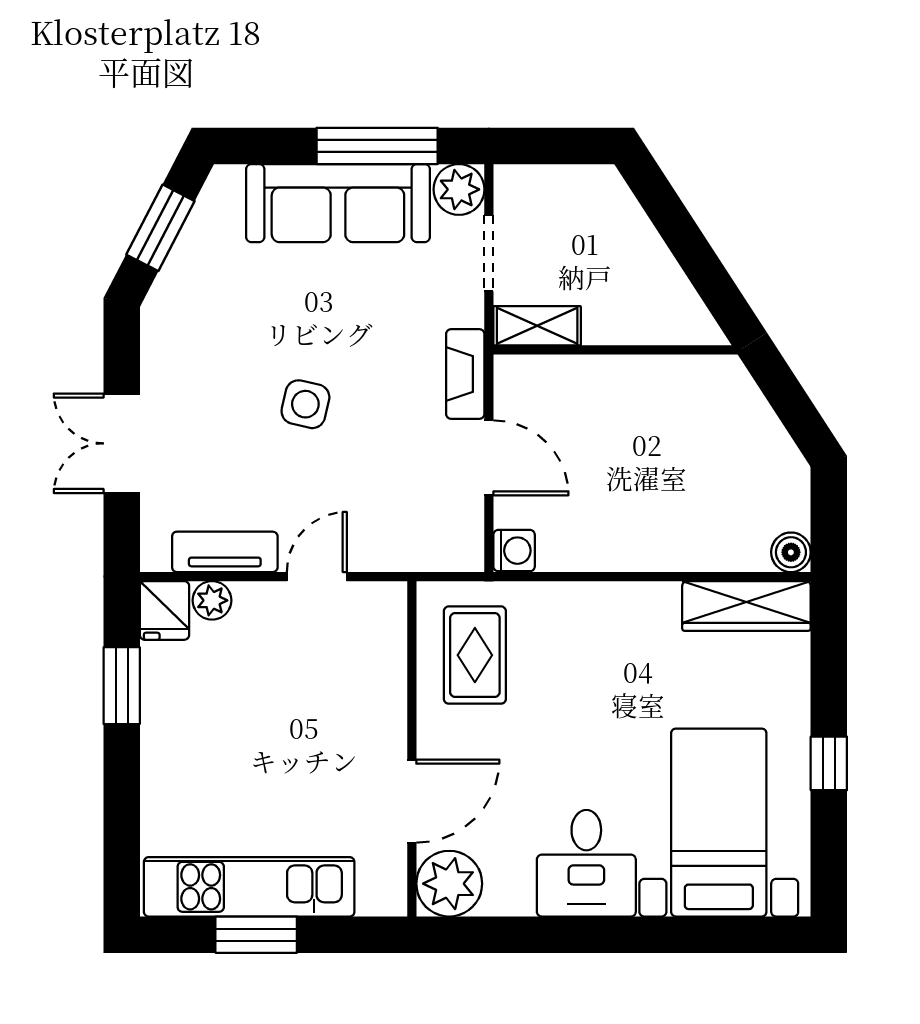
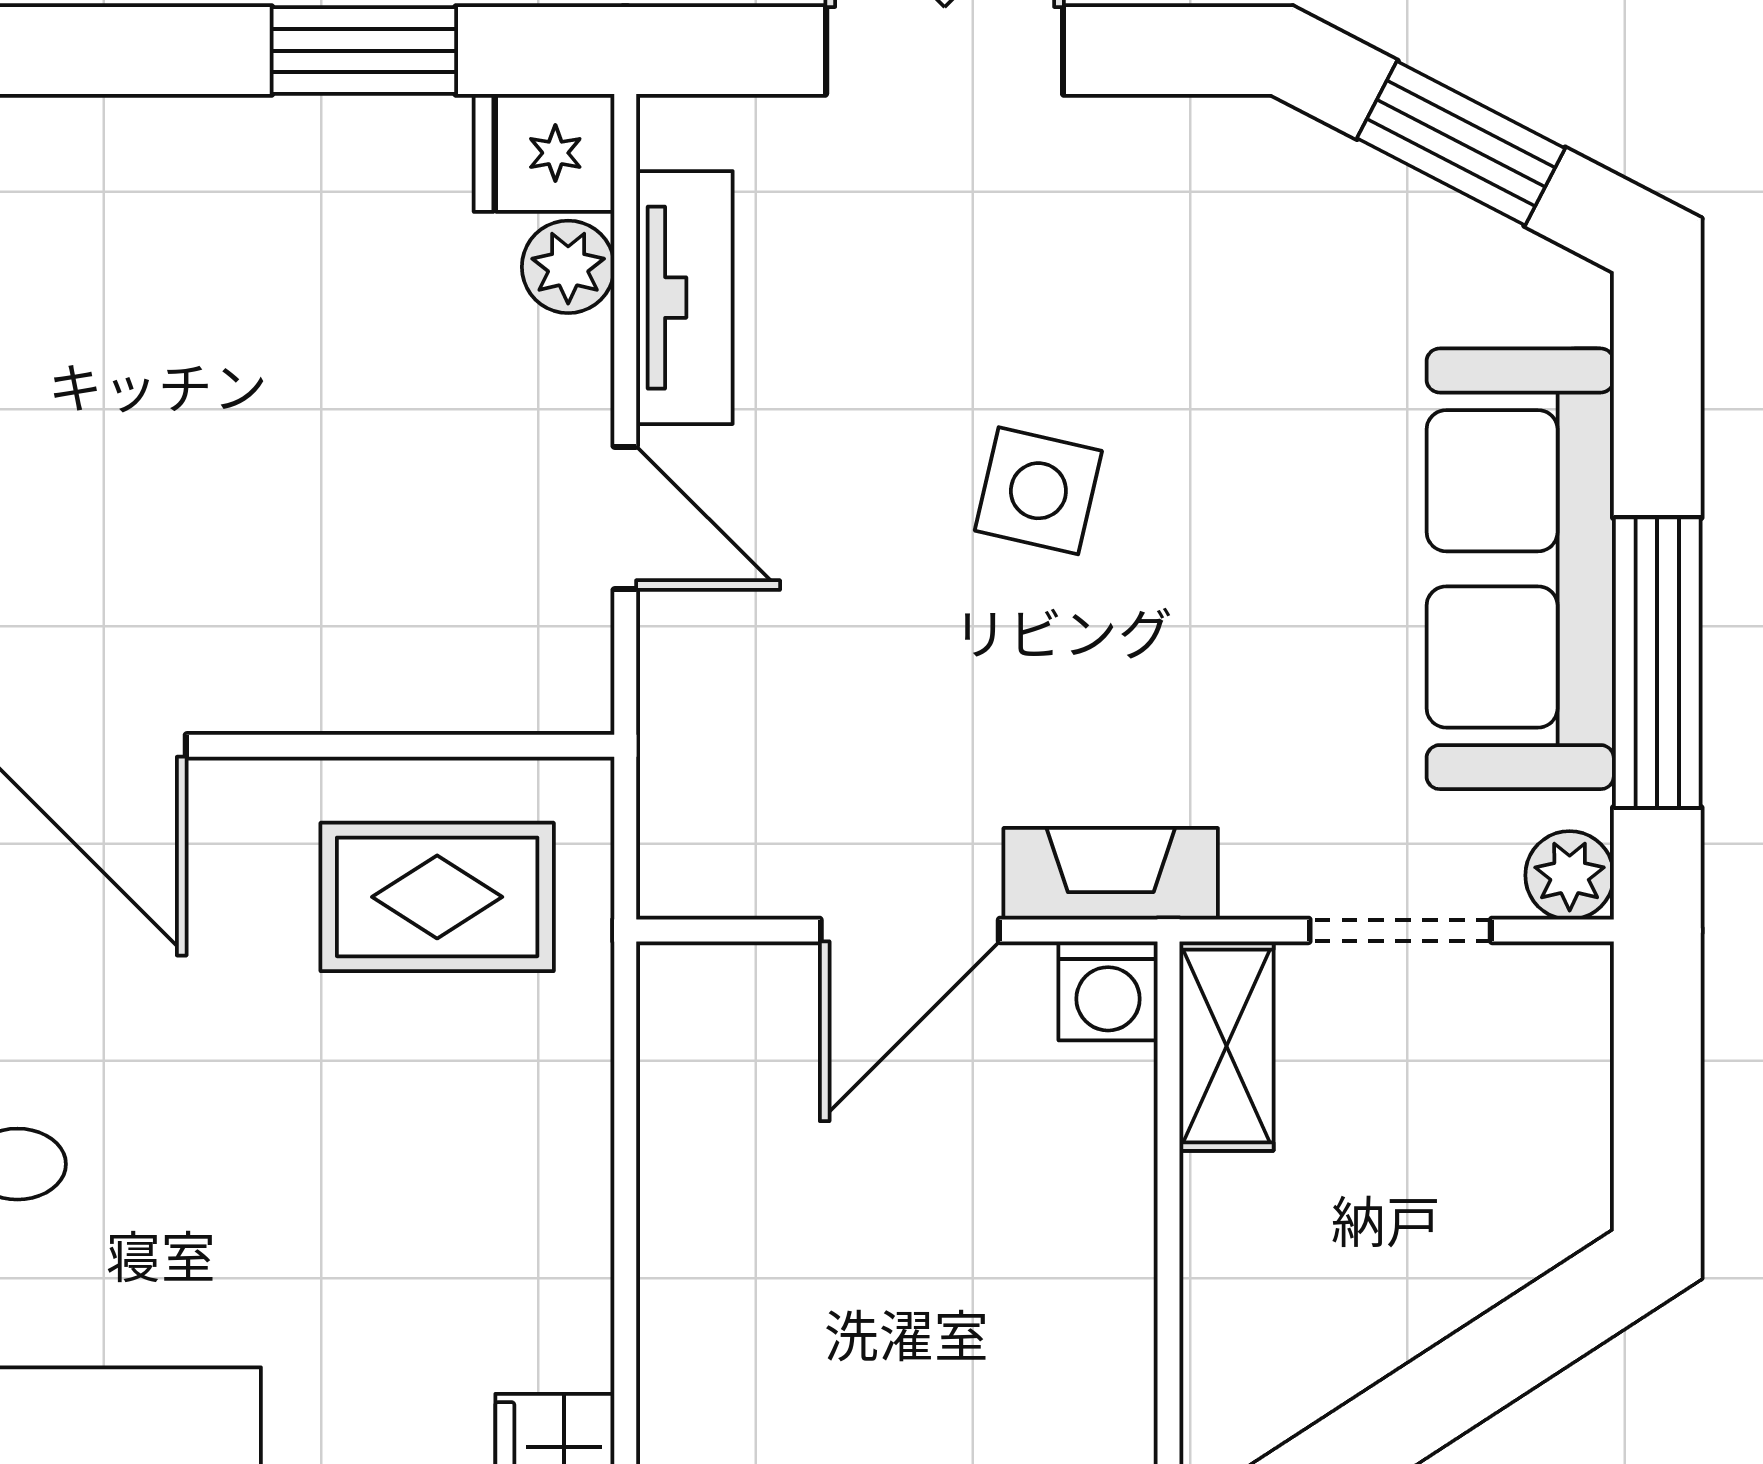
plant: (459, 189) -> (1570, 875), width x0.73, depth x0.73
washing machine: (514, 551) -> (1108, 991), moved

